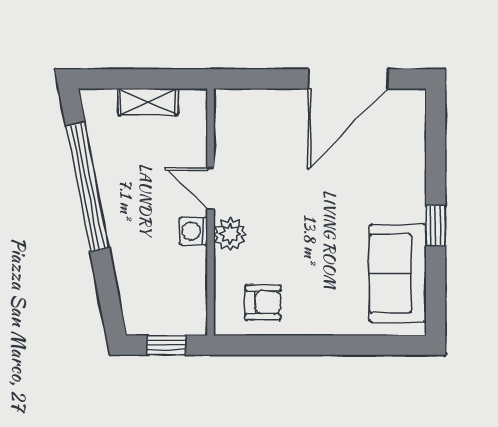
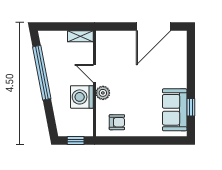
shelving: (148, 102) -> (80, 36), moved
window: (436, 226) -> (191, 107), moved
washing machine: (193, 231) -> (82, 97), width x1.89, depth x1.89

